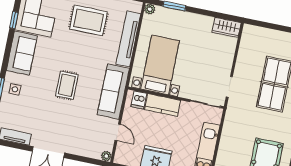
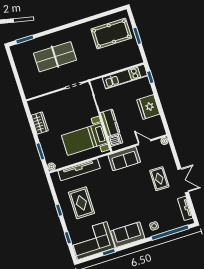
wardrobe: (226, 27) -> (40, 123), moved
rug: (67, 85) -> (159, 179), moved, turned 90
sofa: (113, 92) -> (124, 159), width x0.73
door: (118, 132) -> (145, 142), hinge flipped

